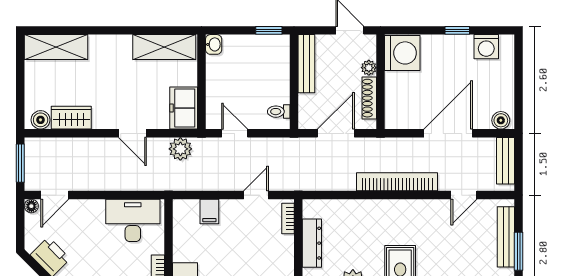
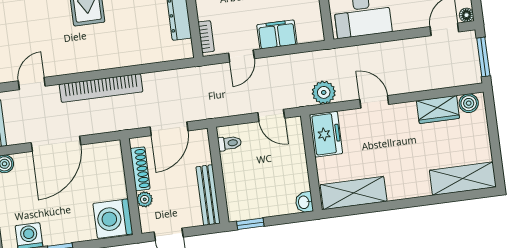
filing cabinet: (209, 211) -> (277, 34), width x2.00

